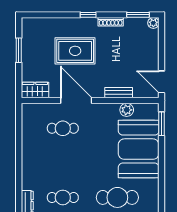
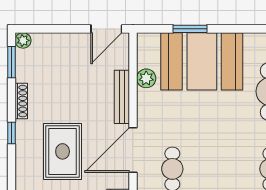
bench: (119, 93) -> (122, 97), width x1.36
window: (161, 124) -> (190, 29), moved

